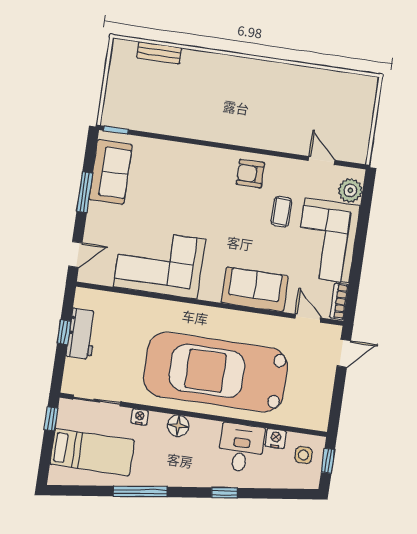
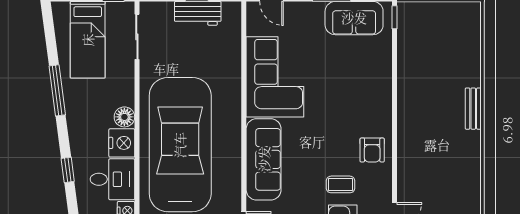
bench: (159, 53) -> (473, 109), moved
armchair: (250, 174) -> (372, 150), turned 180
sofa: (255, 289) -> (264, 159), width x1.36
nightstand: (140, 417) -> (122, 143), moved, width x1.89, depth x1.79

